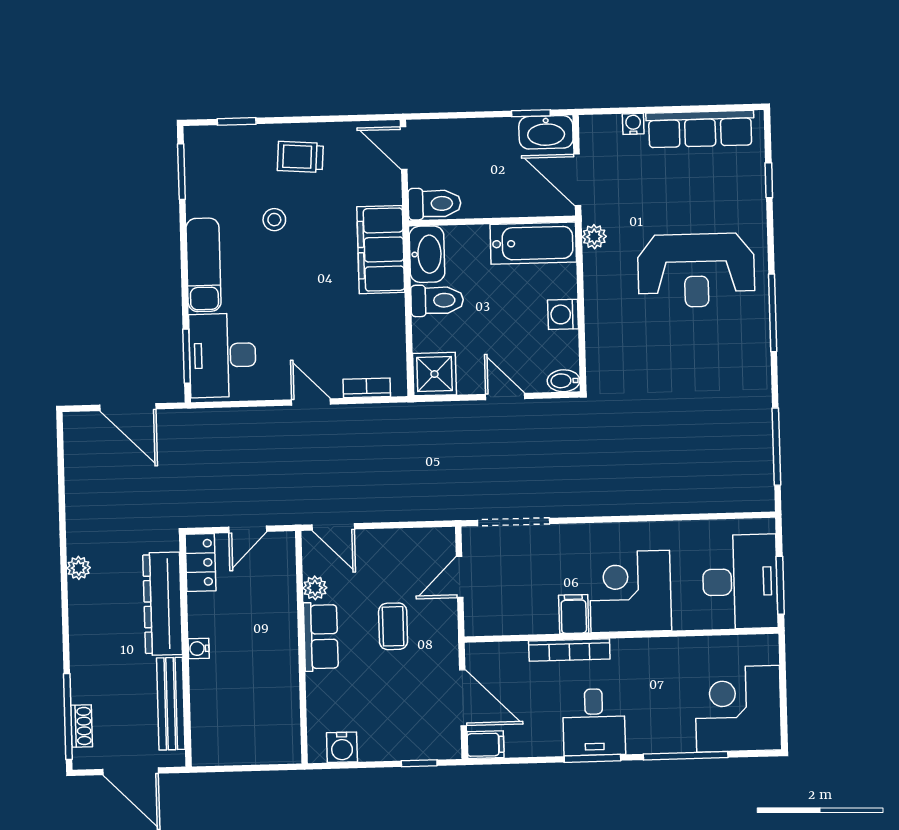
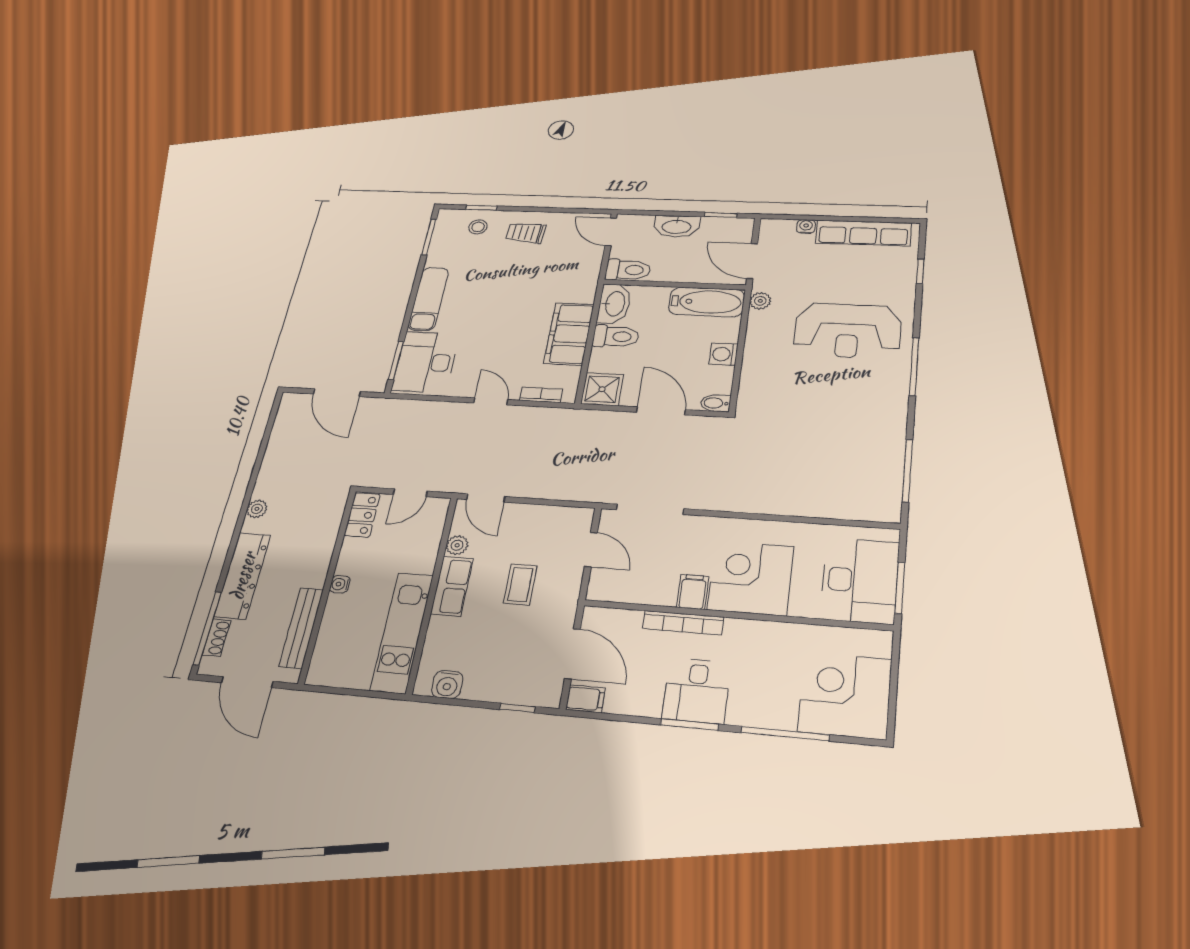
washbasin: (546, 132) -> (677, 226), moved
stool: (274, 220) -> (478, 227), moved
filing cabinet: (381, 250) -> (569, 334), moved
door: (505, 397) -> (661, 411), width x1.38
door: (460, 577) -> (591, 550), swing flipped
dresser: (163, 604) -> (243, 576), moved, turned 180
kitchen unit: (280, 696) -> (402, 632), added

